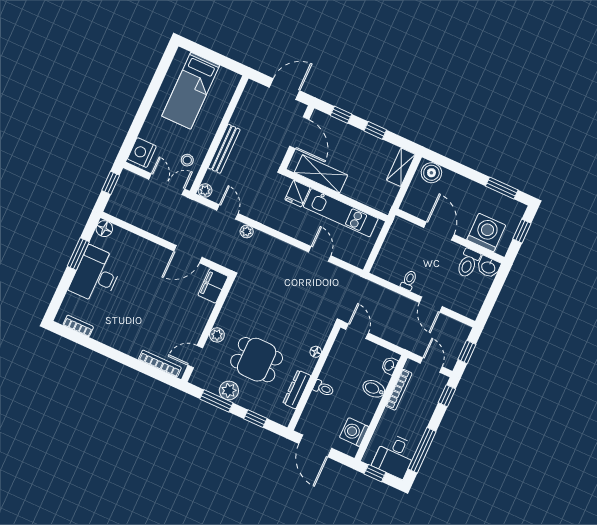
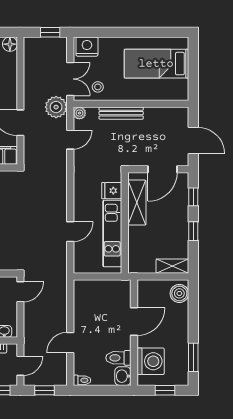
plant: (247, 231) -> (56, 107), moved, width x1.88, depth x1.88
toilet: (409, 280) -> (82, 380), moved

